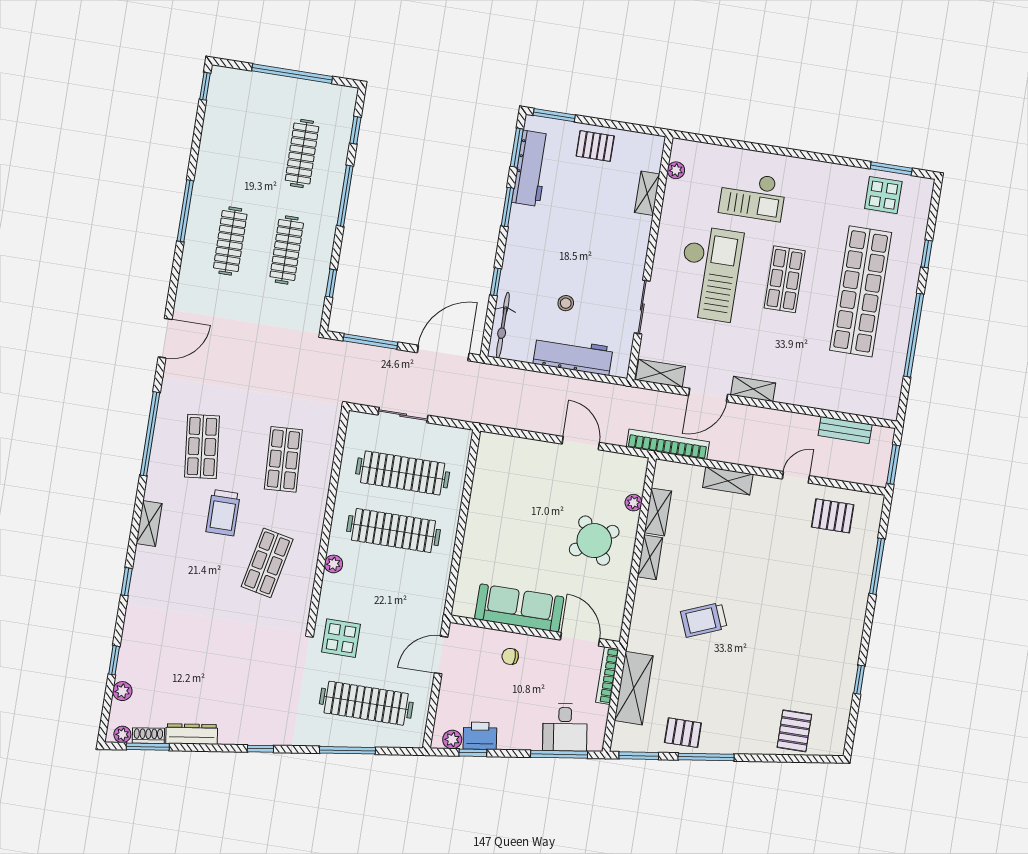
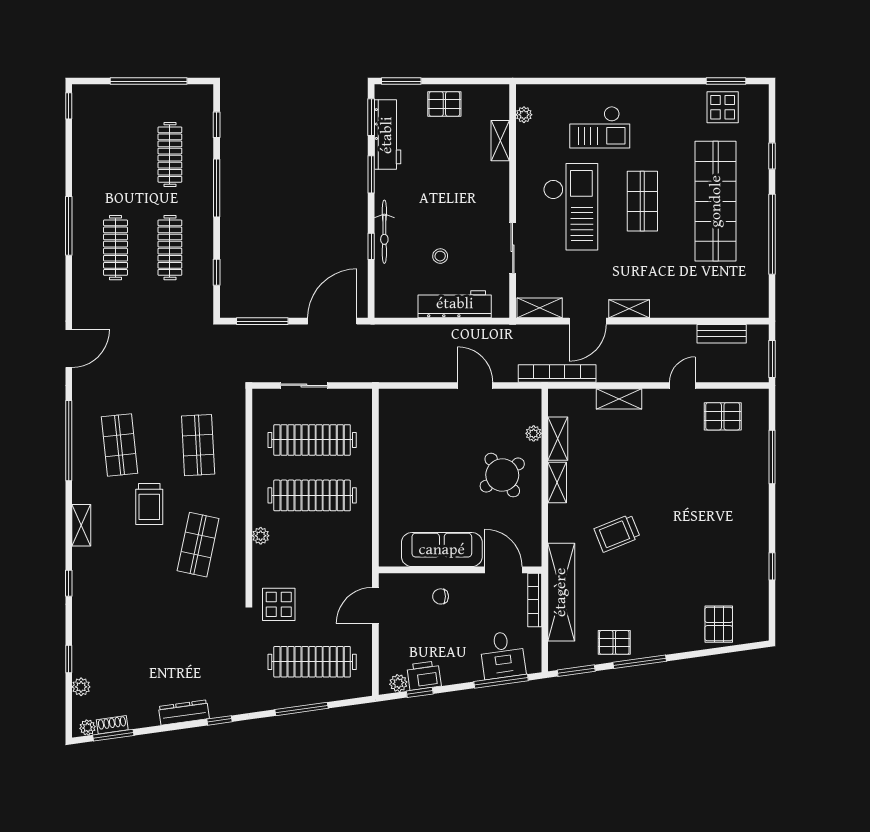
bicycle: (503, 325) -> (384, 232), moved
shelving: (634, 688) -> (561, 592), width x1.47
dresser: (192, 734) -> (184, 712), moved

